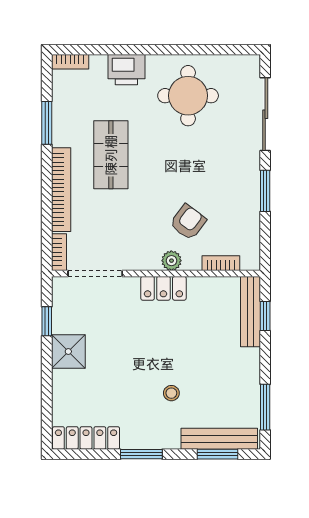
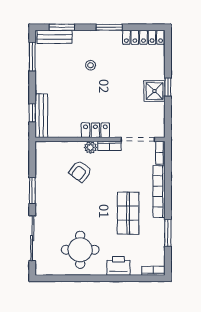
bookcase: (221, 263) -> (109, 146), moved
window: (47, 321) -> (168, 87), moved
bench: (219, 439) -> (55, 37), width x0.73

